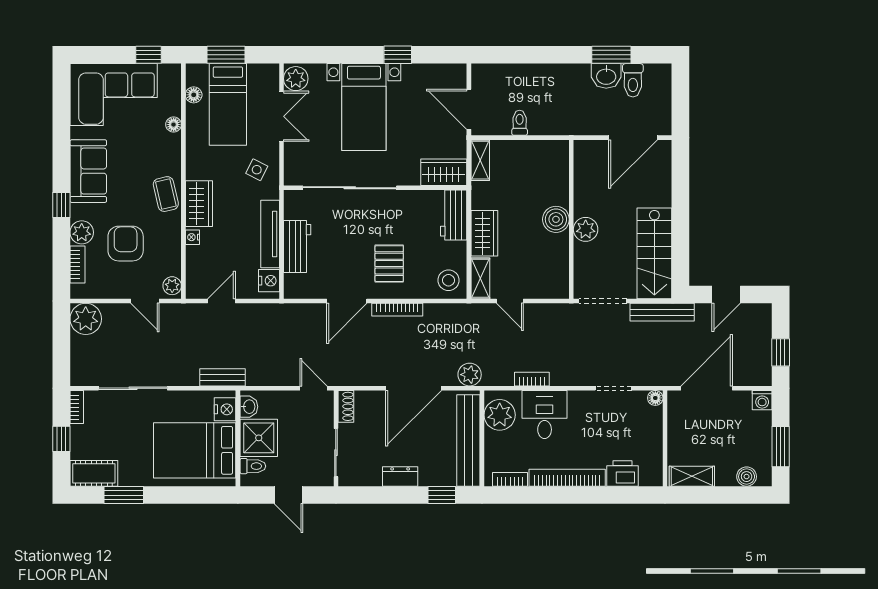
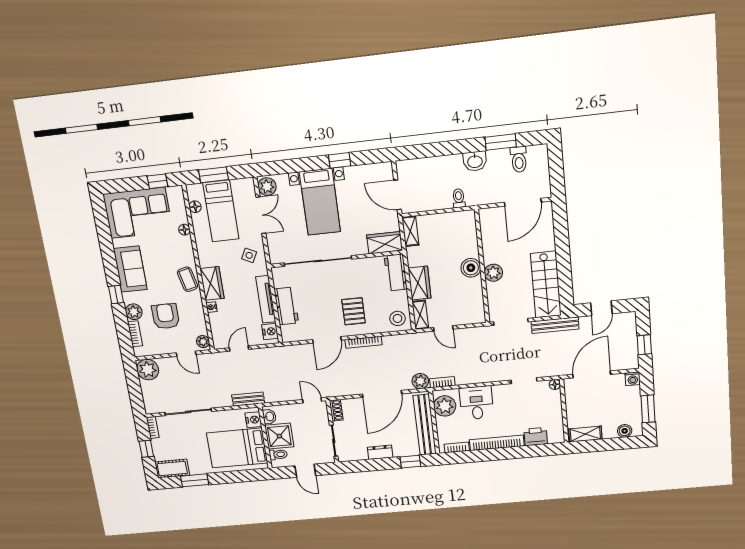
washbasin: (606, 76) -> (475, 161), moved
toilet: (520, 123) -> (459, 198), moved
bookcase: (532, 379) -> (442, 382), moved

